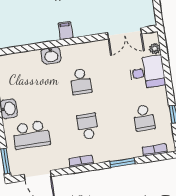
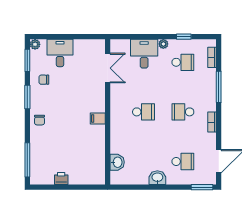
plant: (155, 49) -> (163, 44), moved
washbasin: (51, 55) -> (117, 162), moved
school desk: (31, 135) -> (183, 161), width x0.54
window: (122, 163) -> (219, 87), width x1.44

